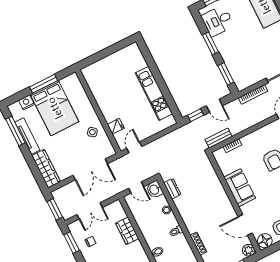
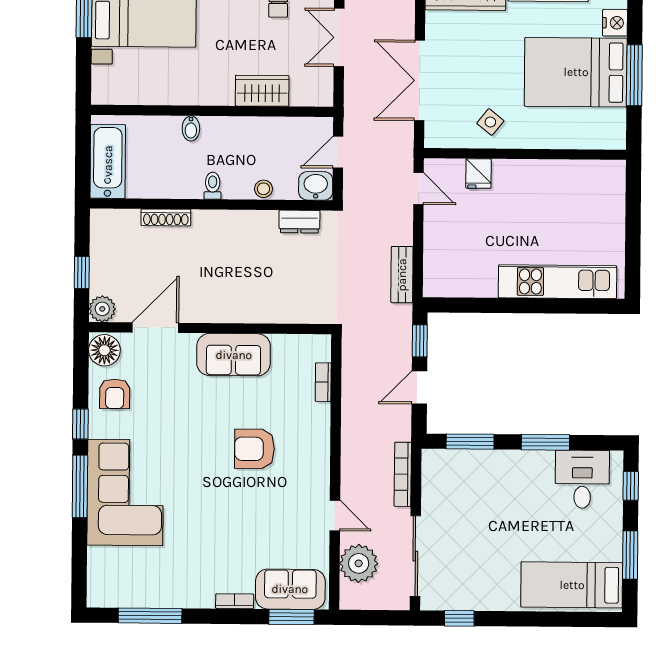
kitchen unit: (154, 93) -> (558, 282), moved
bench: (219, 138) -> (402, 275), moved

